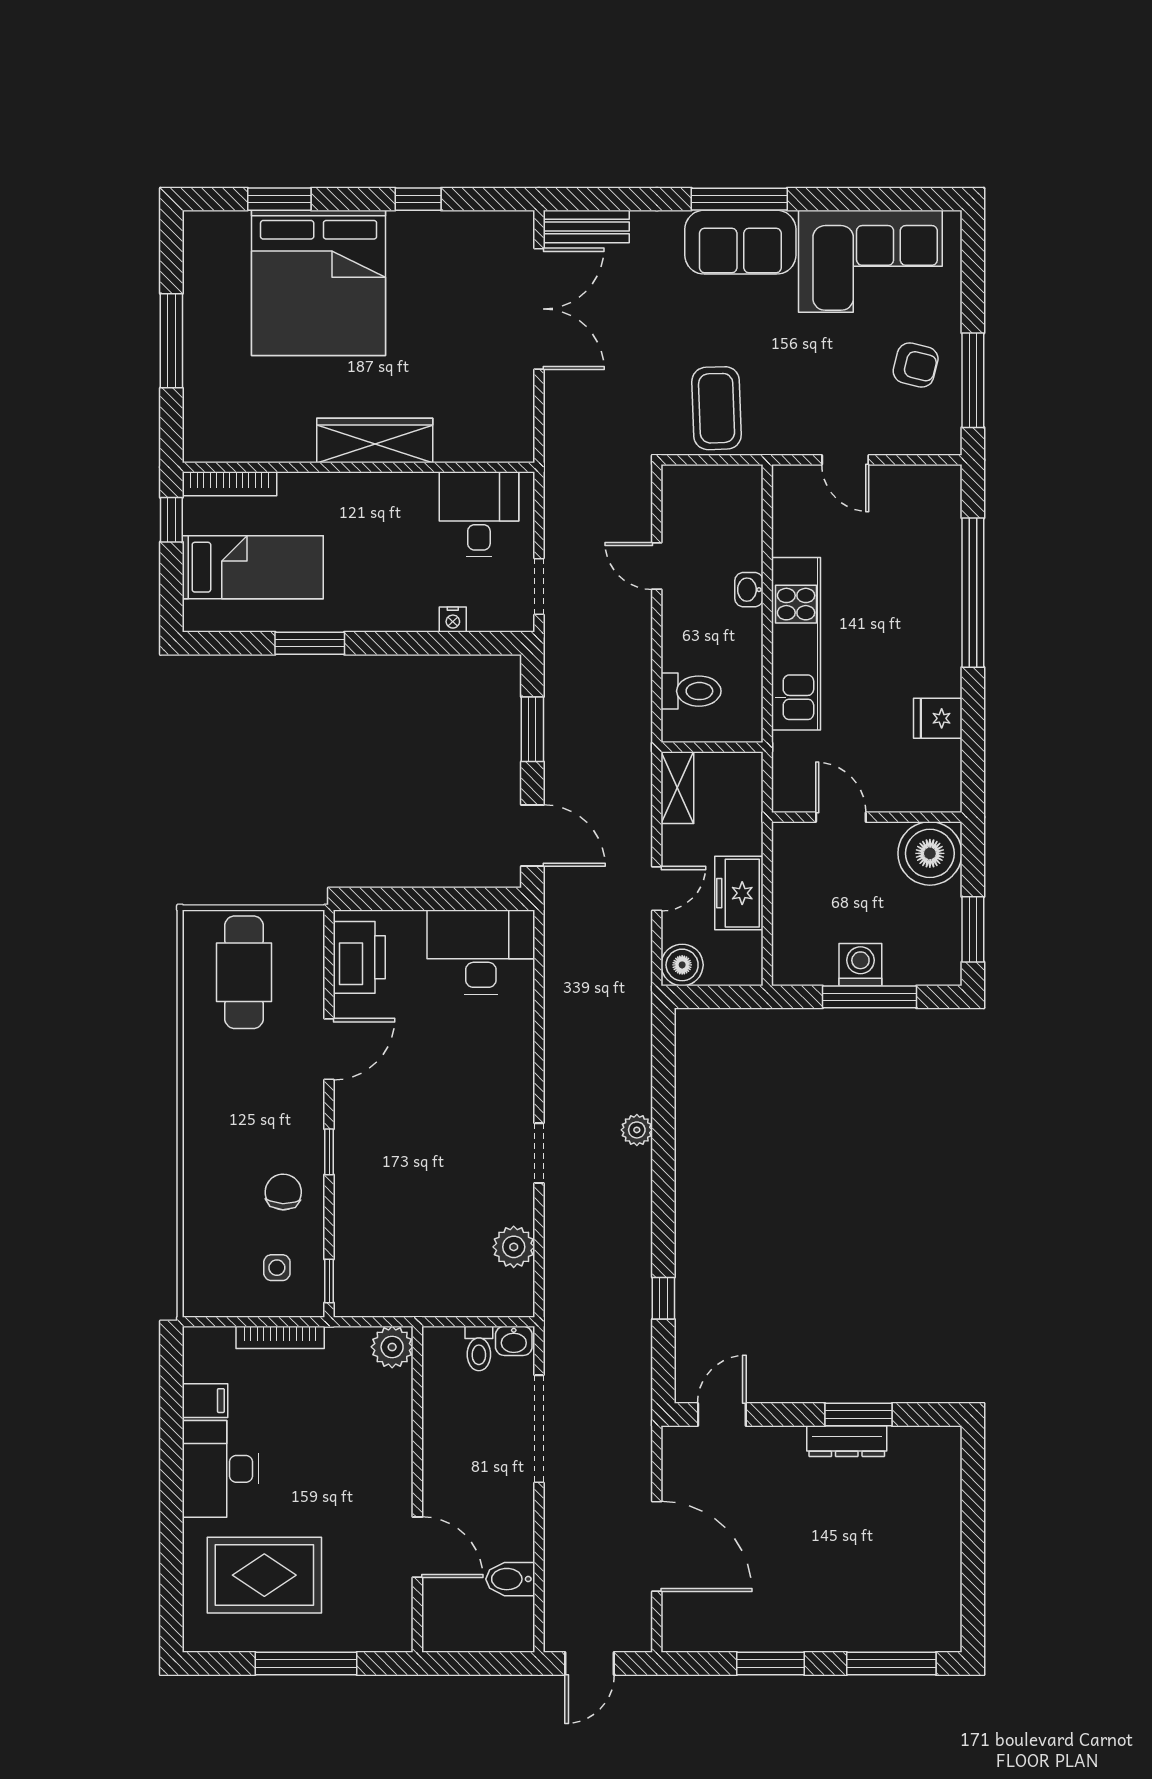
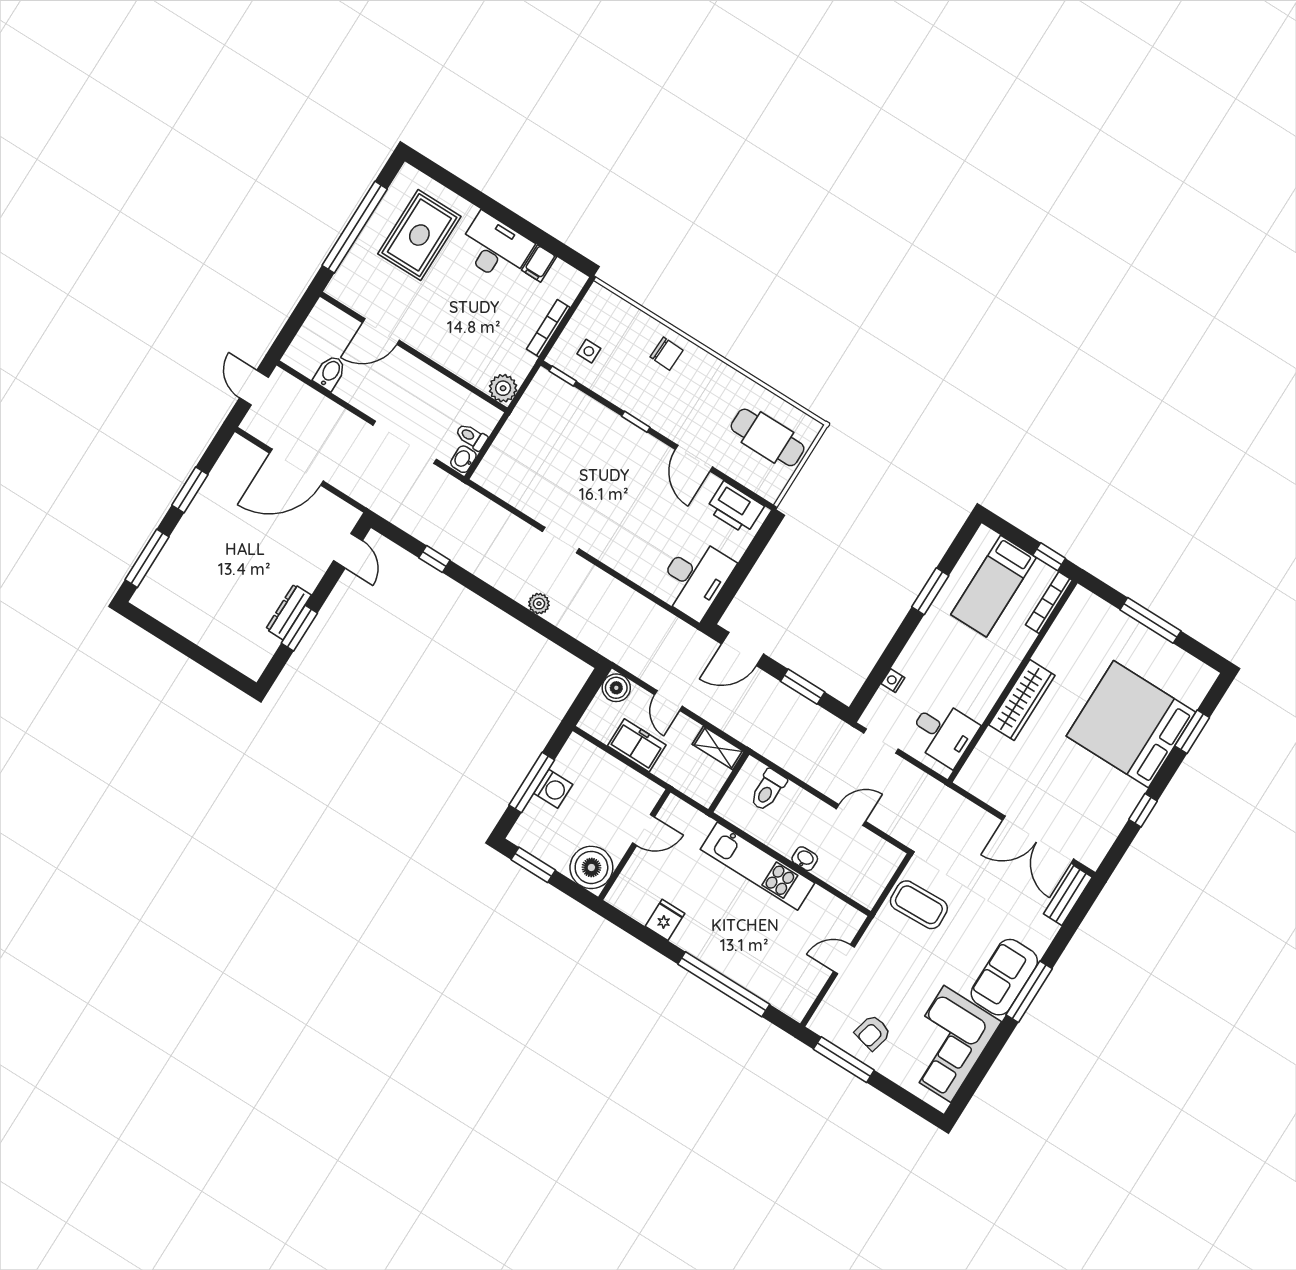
chair: (283, 1192) -> (666, 354), moved
plant: (514, 1247) -> (517, 493), removed
window: (306, 1663) -> (355, 227), width x1.46

